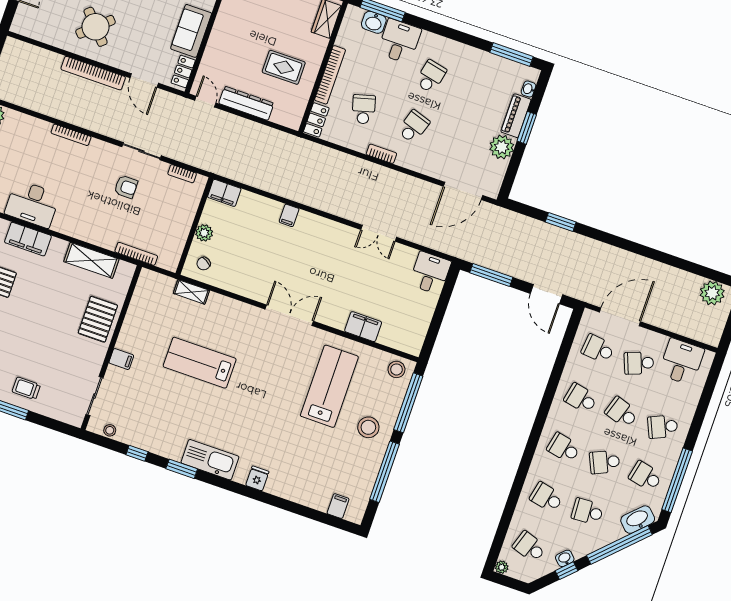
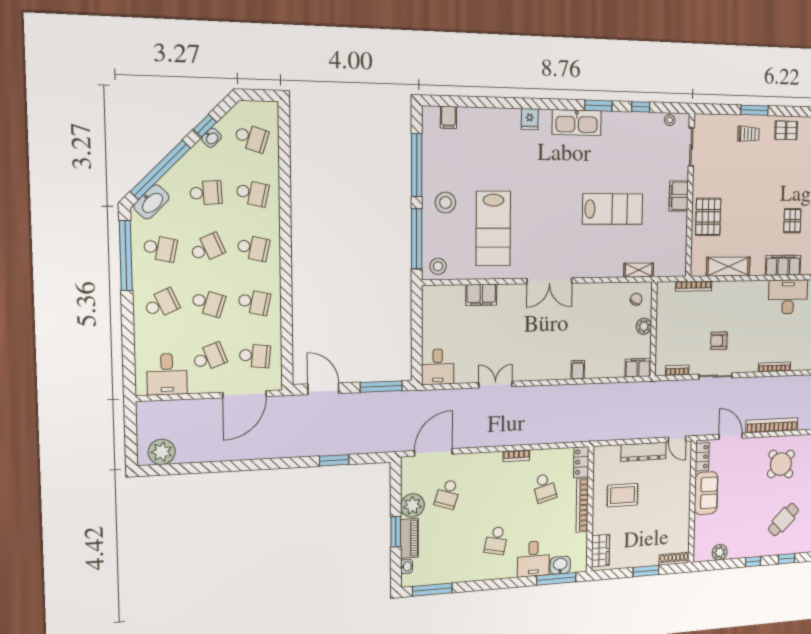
school desk: (414, 127) -> (448, 494), moved
filing cabinet: (121, 359) -> (679, 196), width x2.00
plant: (502, 567) -> (272, 108), removed

